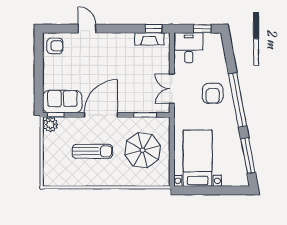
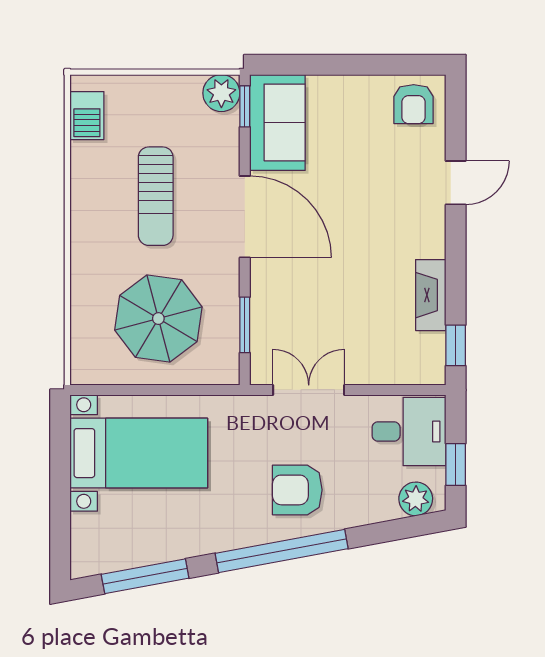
fireplace: (149, 39) -> (431, 295), moved
plant: (216, 45) -> (416, 499), added
barbecue: (60, 179) -> (87, 116), added

